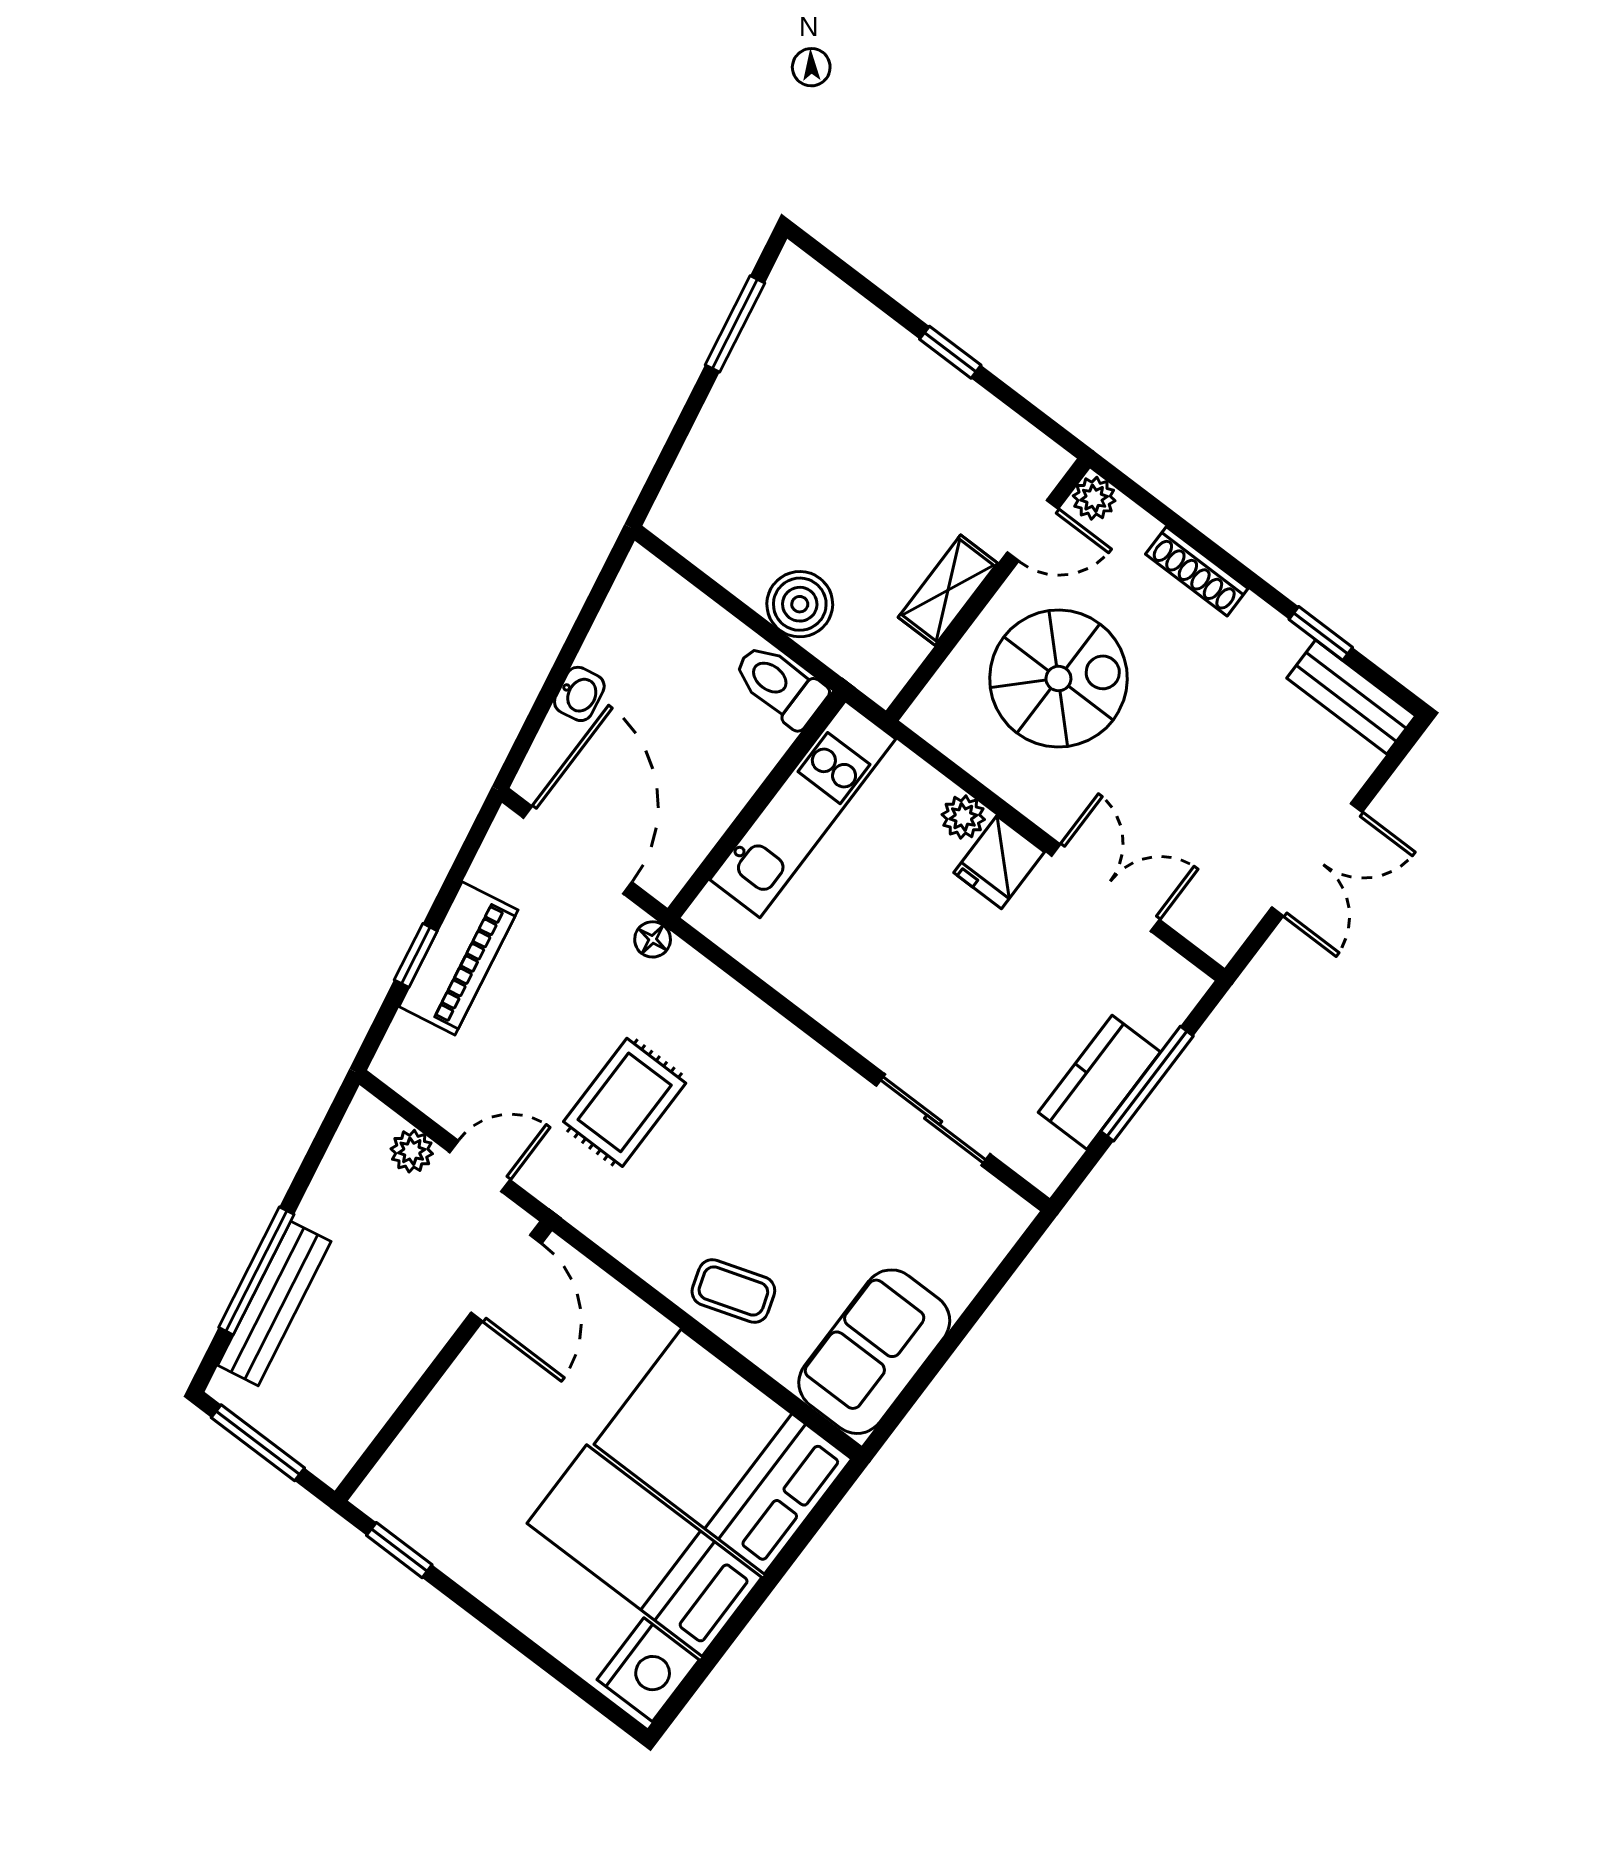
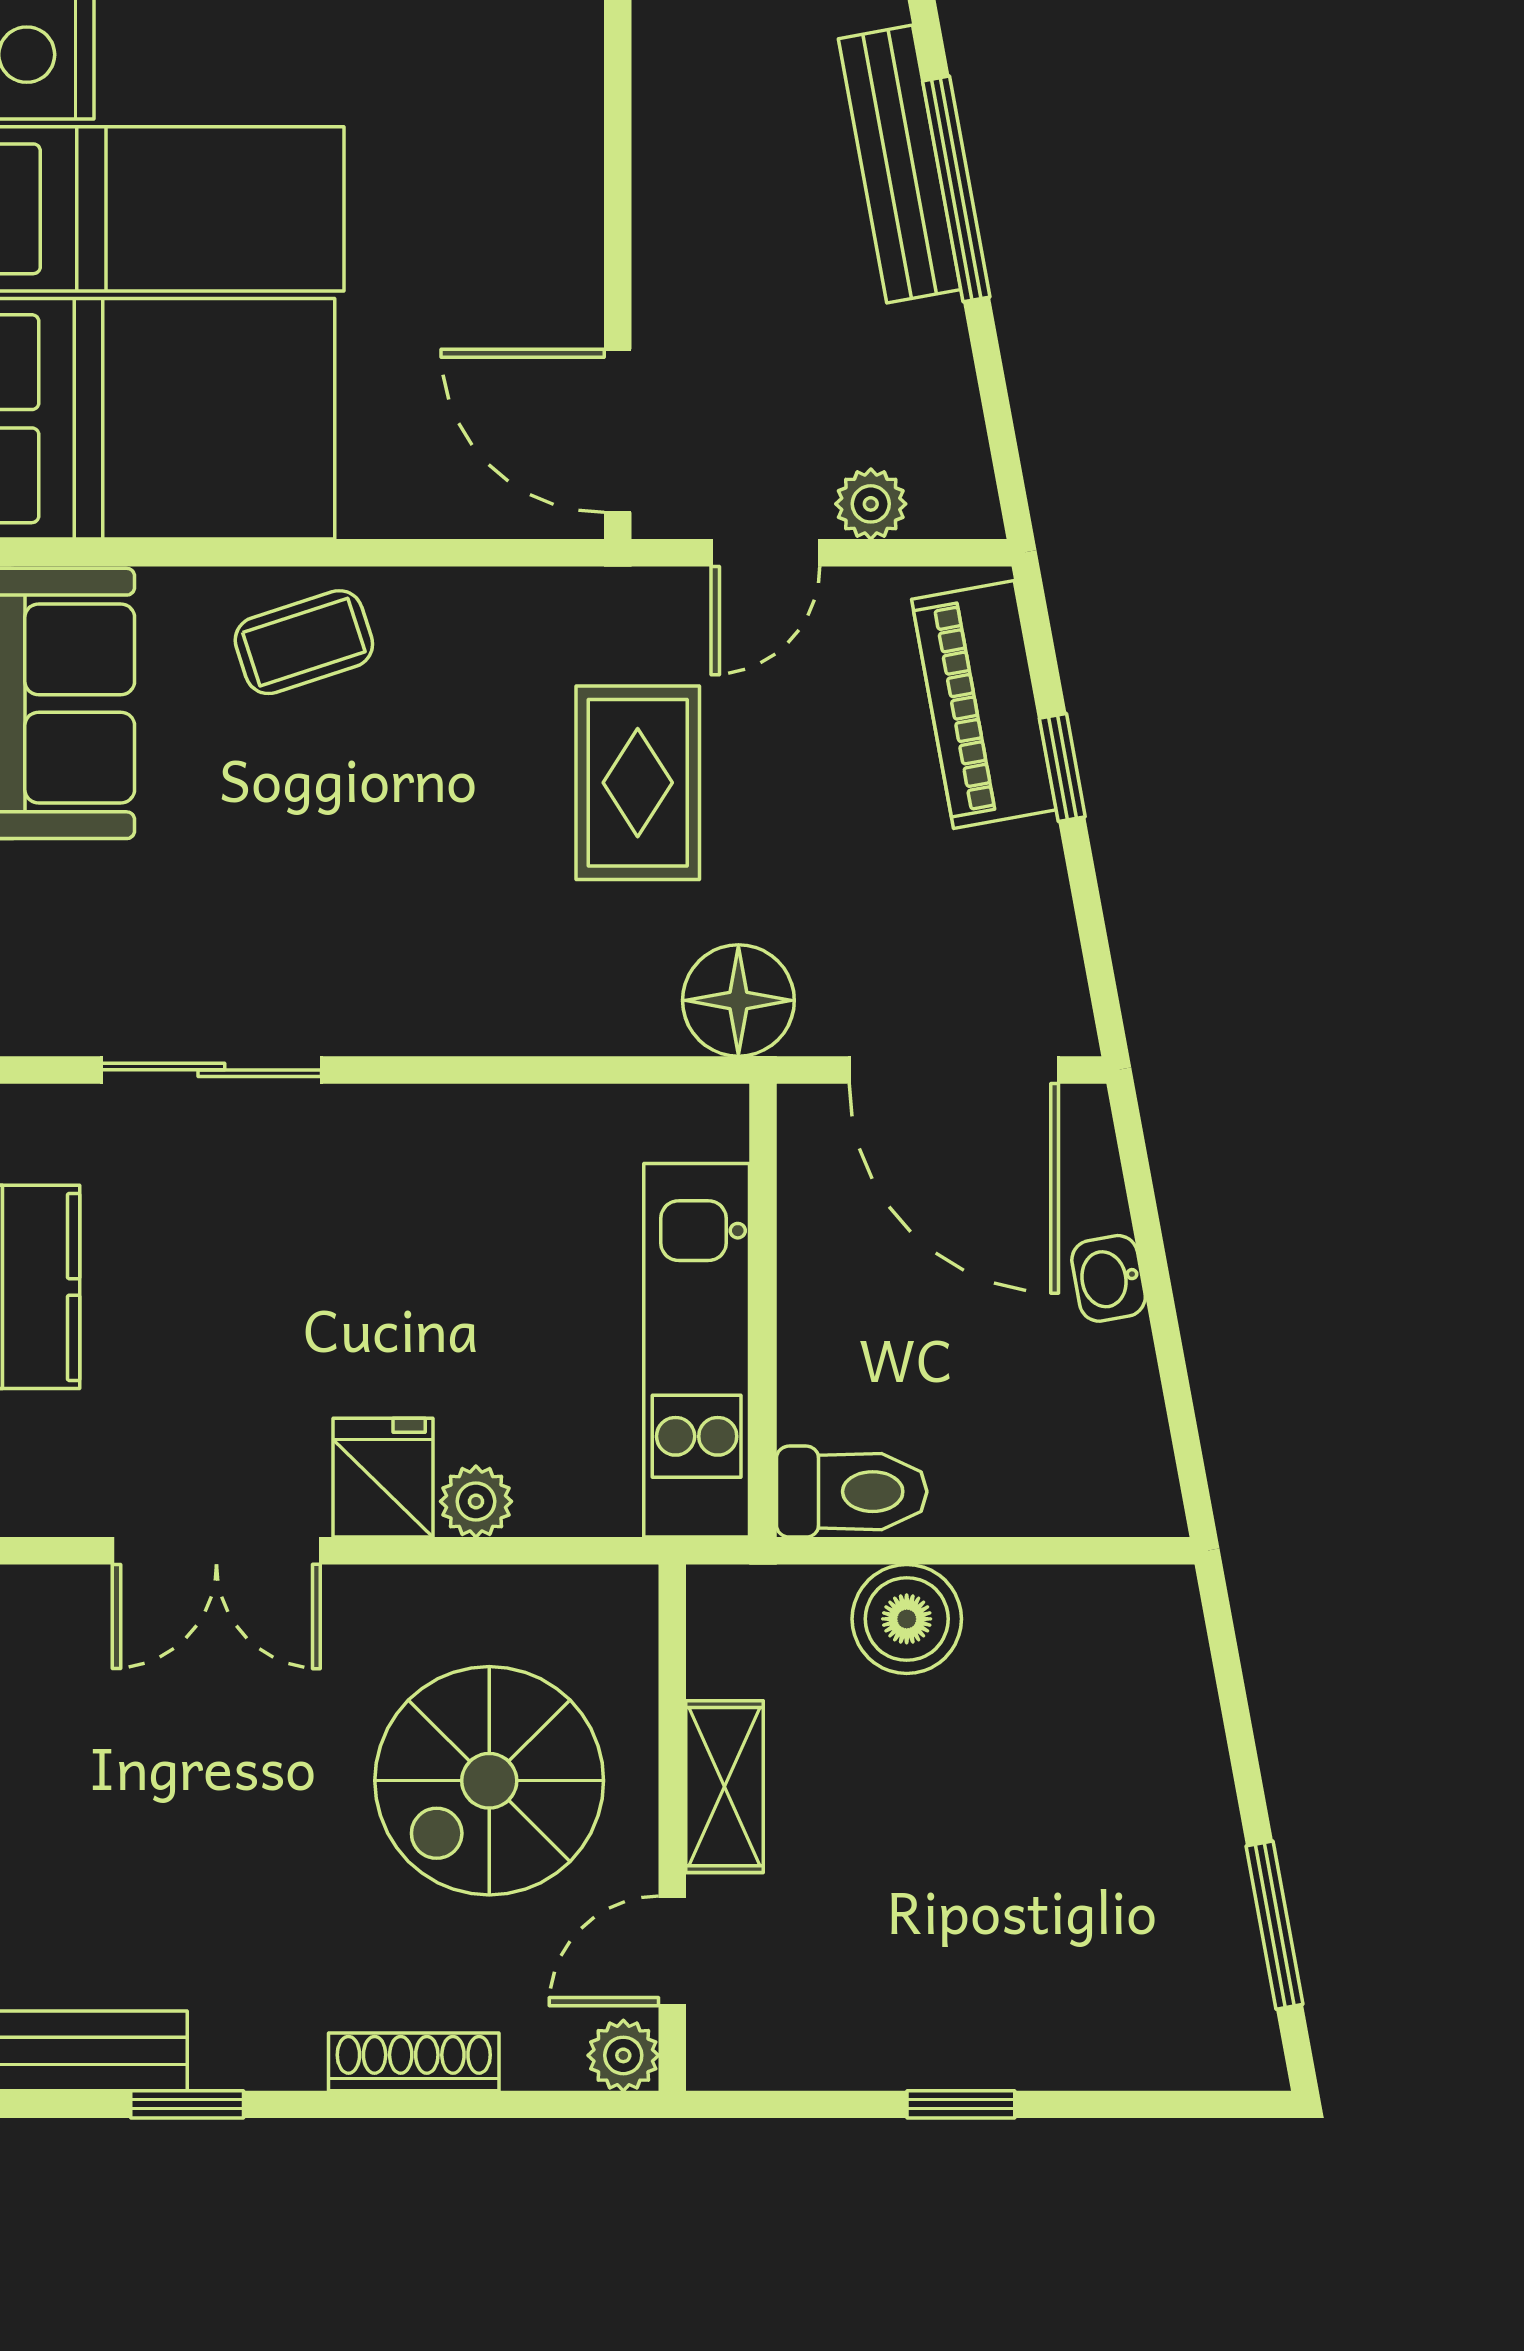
floor lamp: (653, 939) -> (738, 1000), width x1.89, depth x1.89
piano: (459, 958) -> (984, 705), moved

